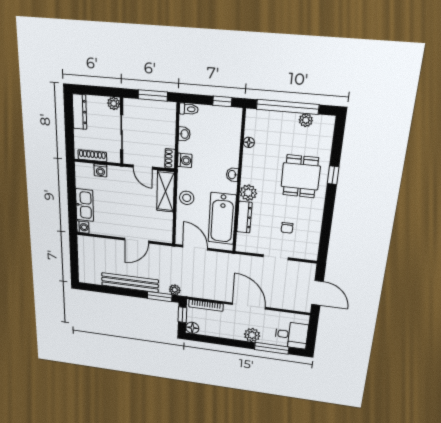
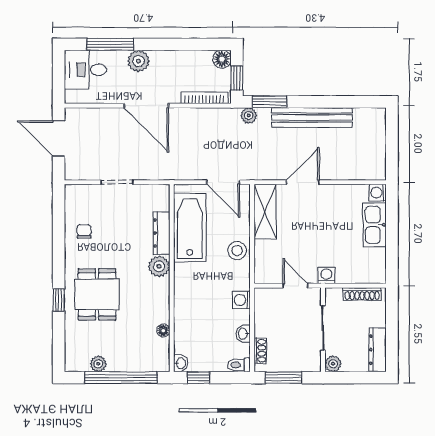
shoe rack: (170, 159) -> (260, 351), moved
washing machine: (100, 170) -> (326, 275), moved
washbasin: (232, 175) -> (181, 363), moved
shelving: (165, 191) -> (265, 212), moved
chair: (287, 228) -> (84, 231), moved

